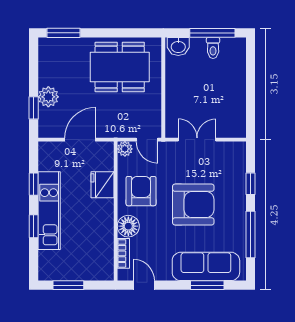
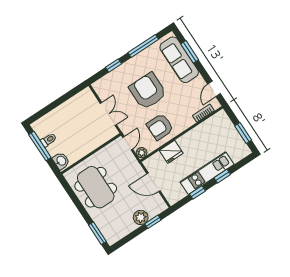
double door: (197, 140) -> (108, 114), swing flipped
floor lamp: (128, 226) -> (186, 121), removed

